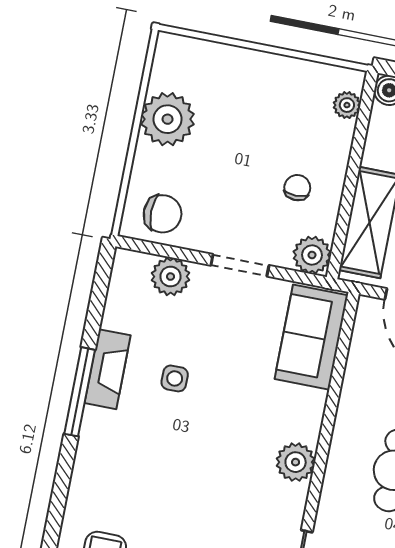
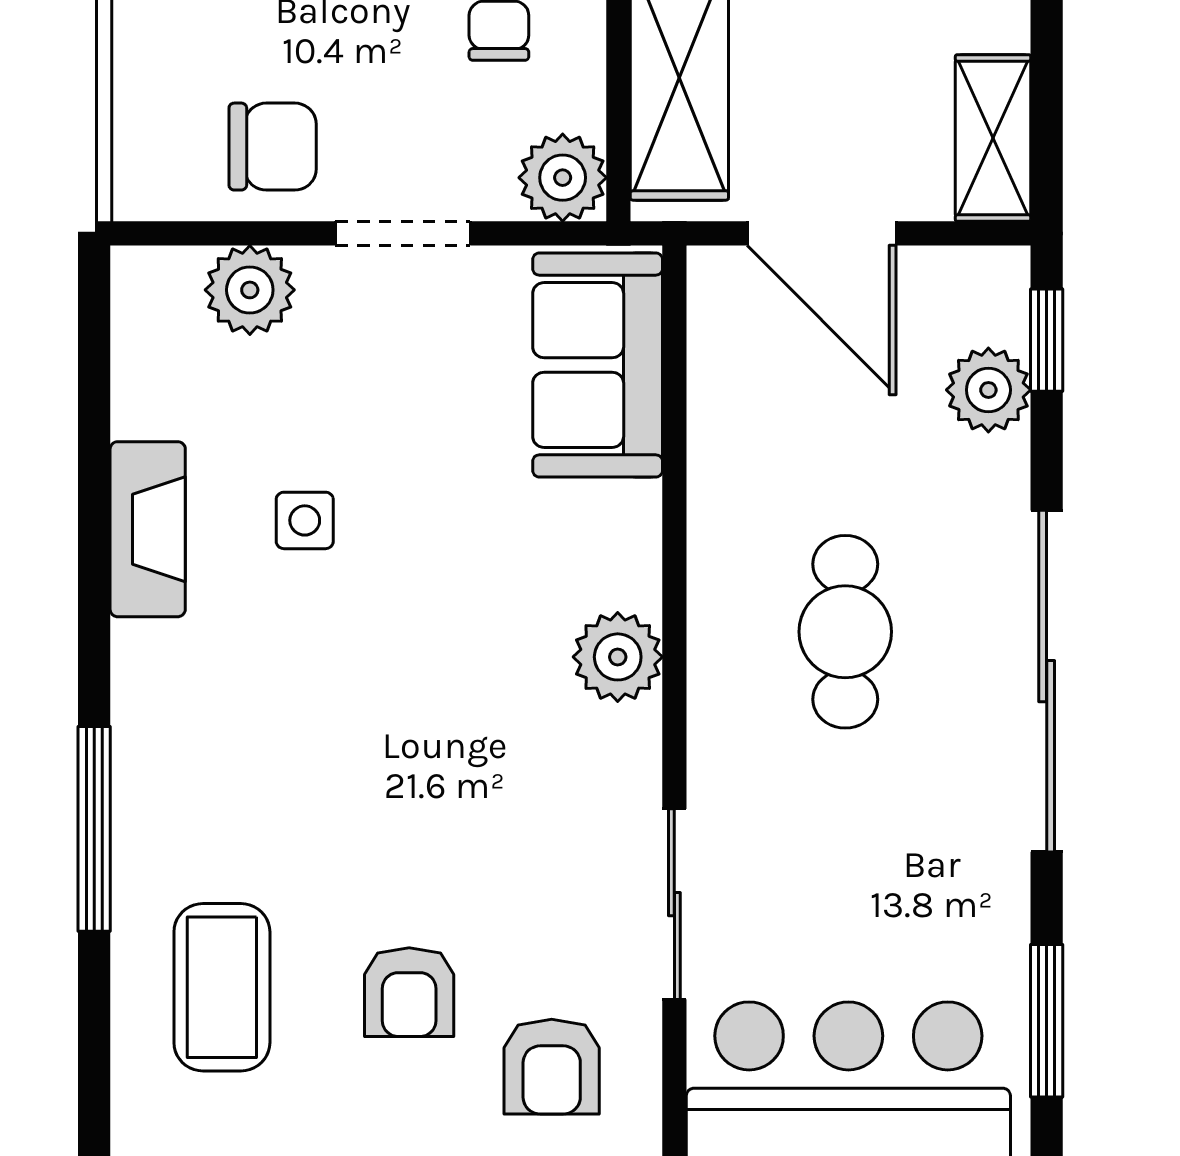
chair: (163, 214) -> (273, 147), moved
window: (80, 392) -> (94, 829), moved

